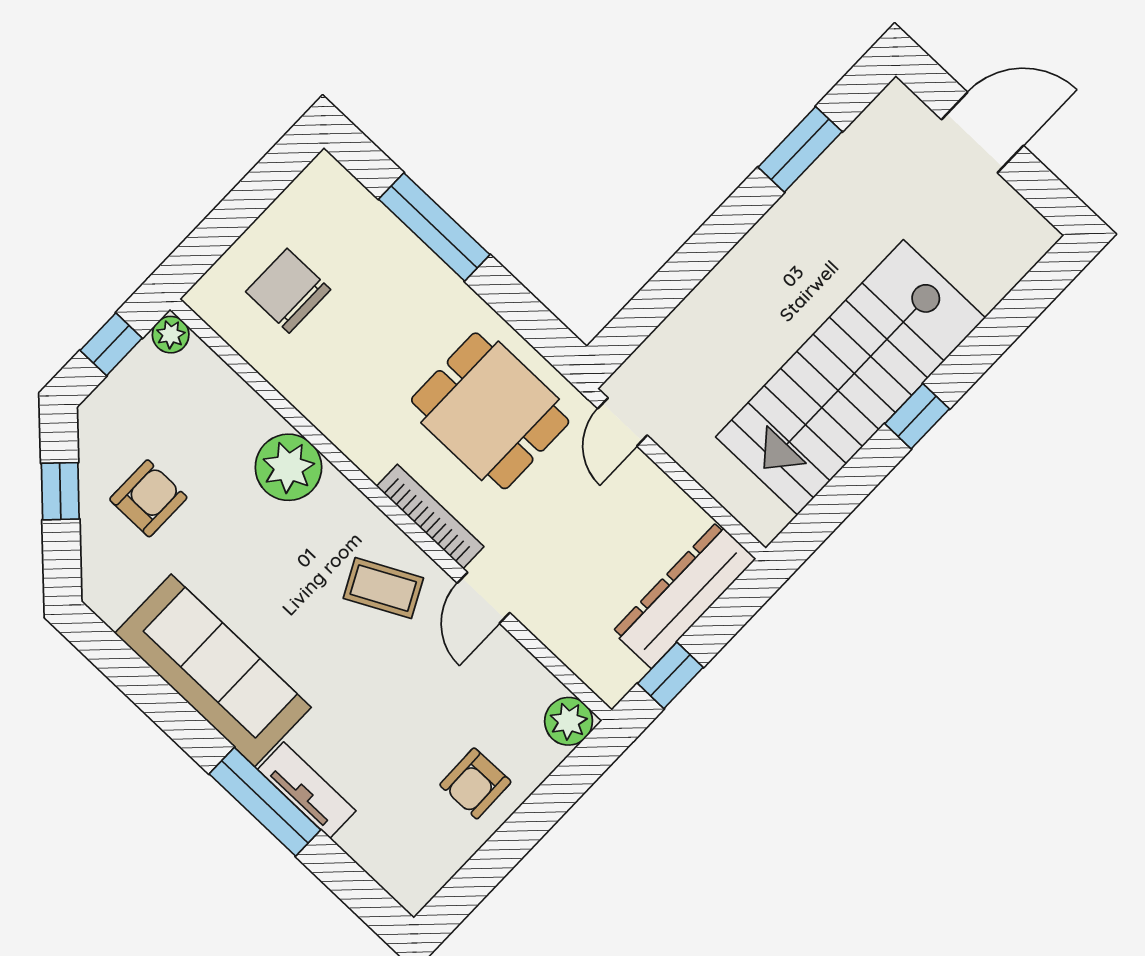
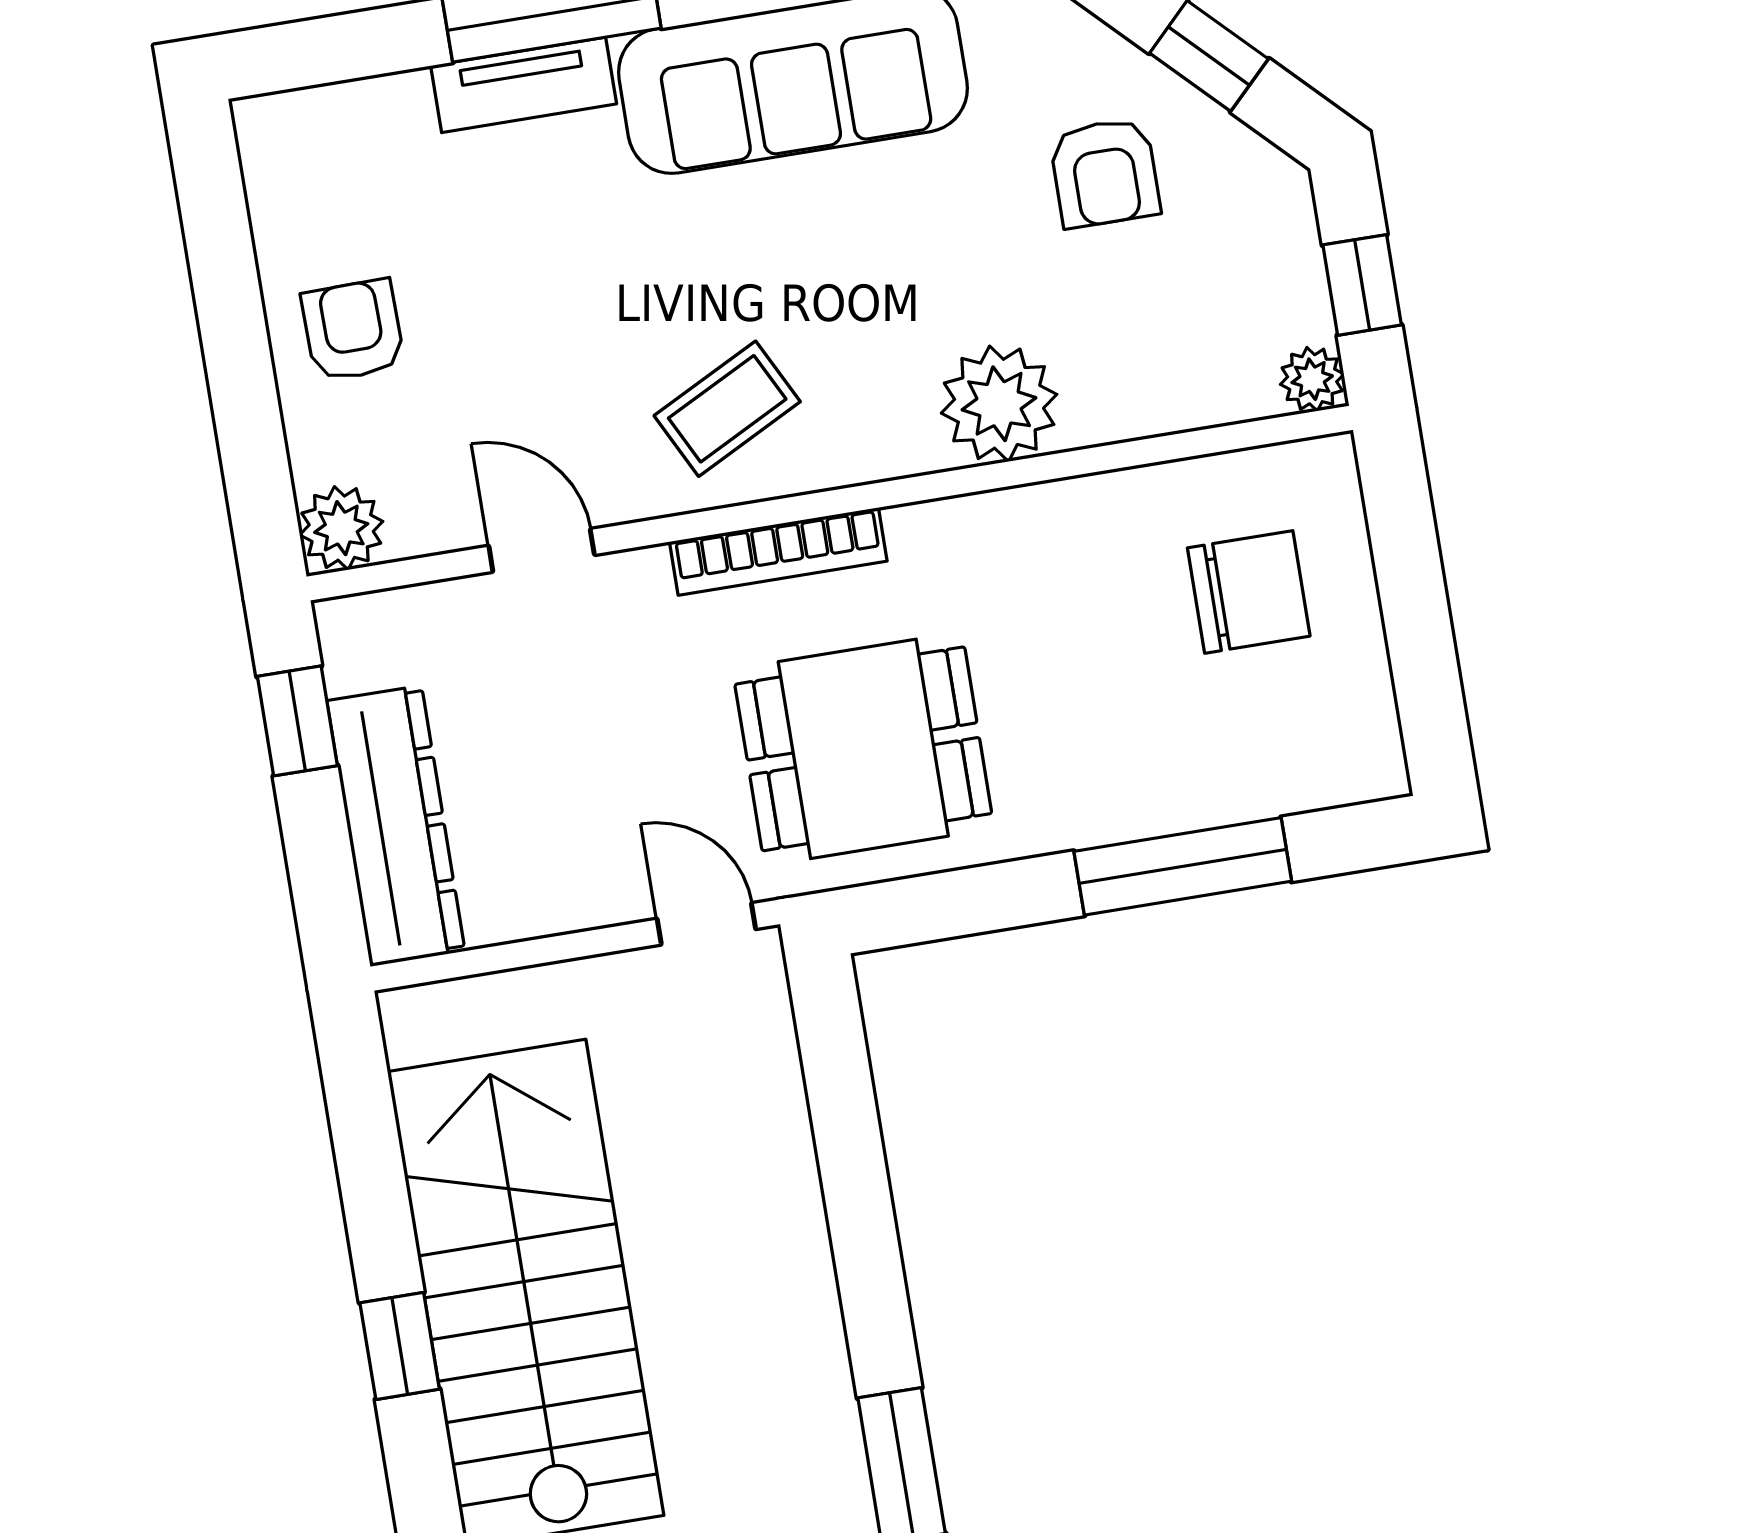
door: (483, 598) -> (542, 550), moved

